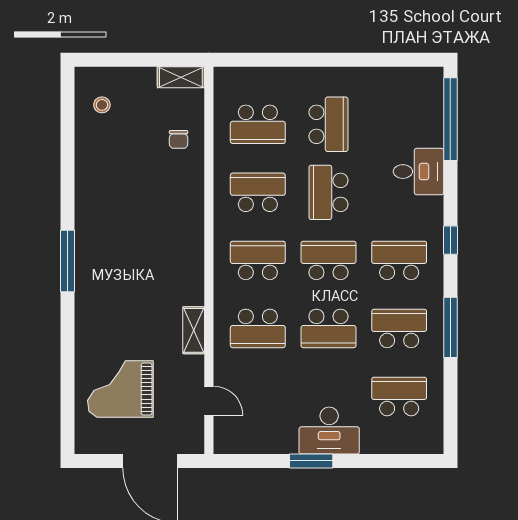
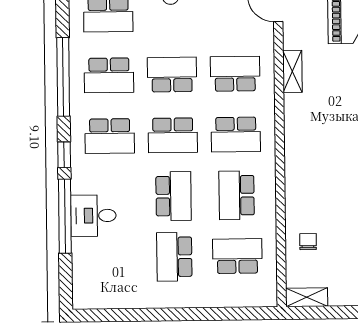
window: (450, 119) -> (65, 216), moved
school desk: (258, 192) -> (237, 195), turned 90
window: (450, 327) -> (63, 77), width x1.46

